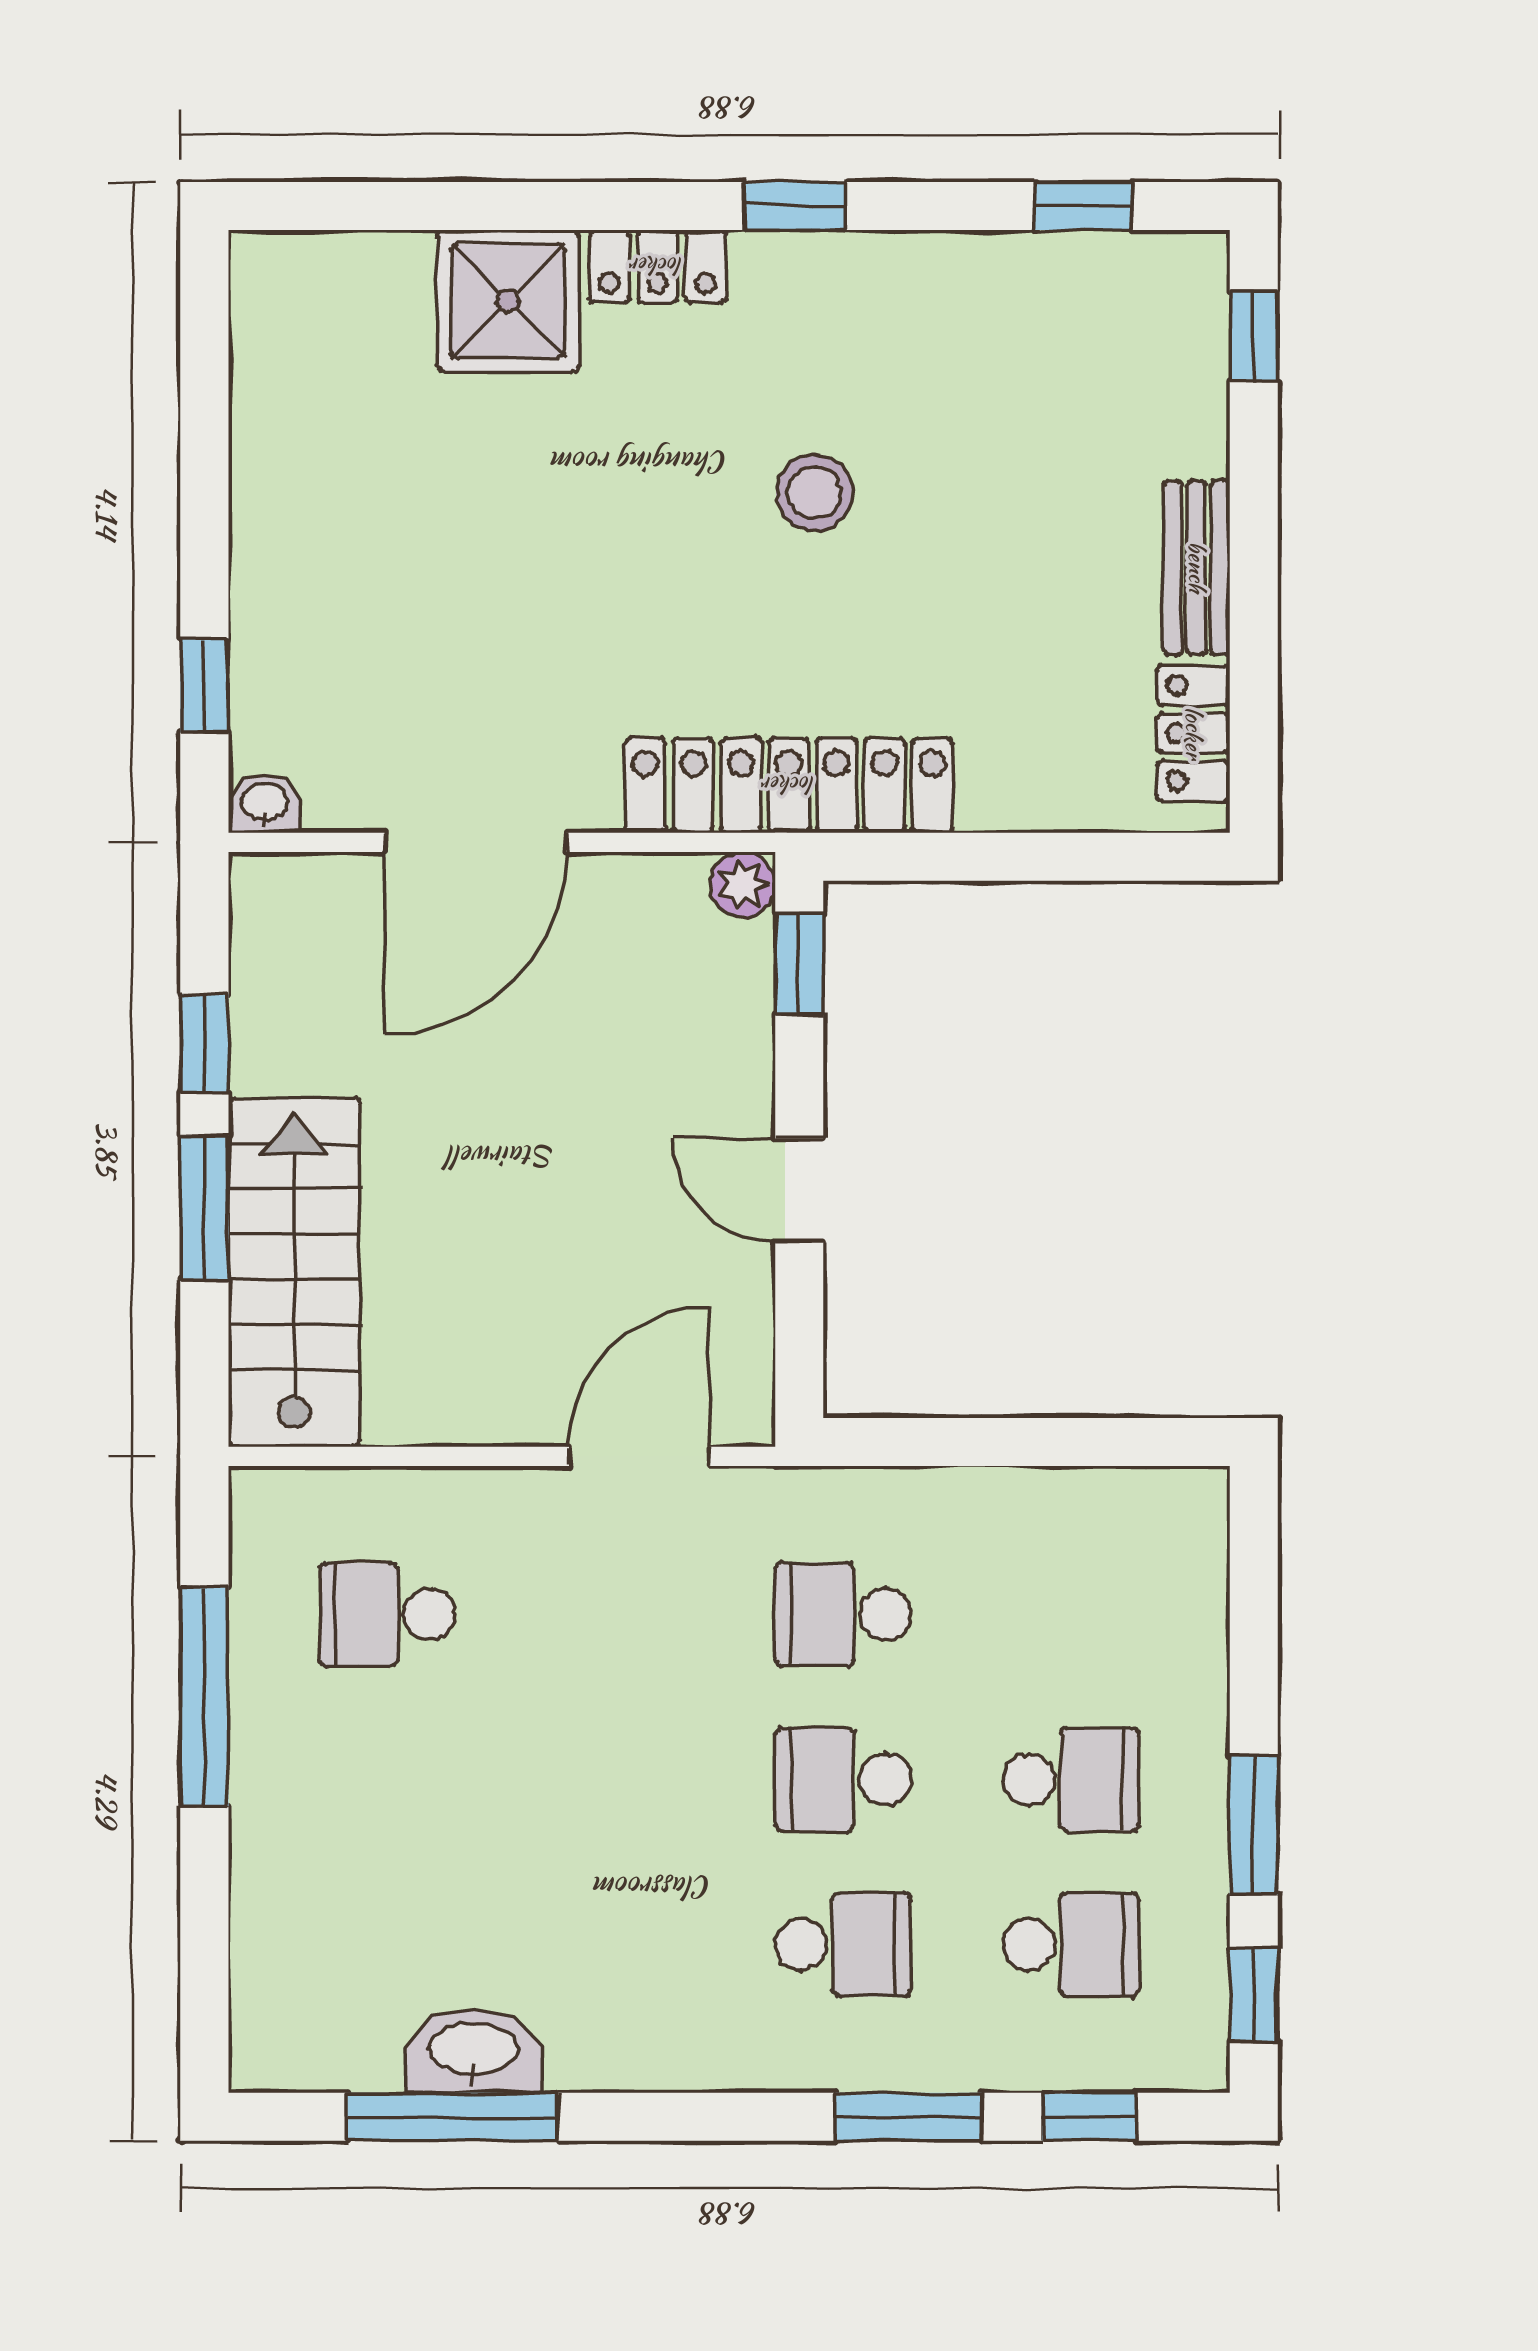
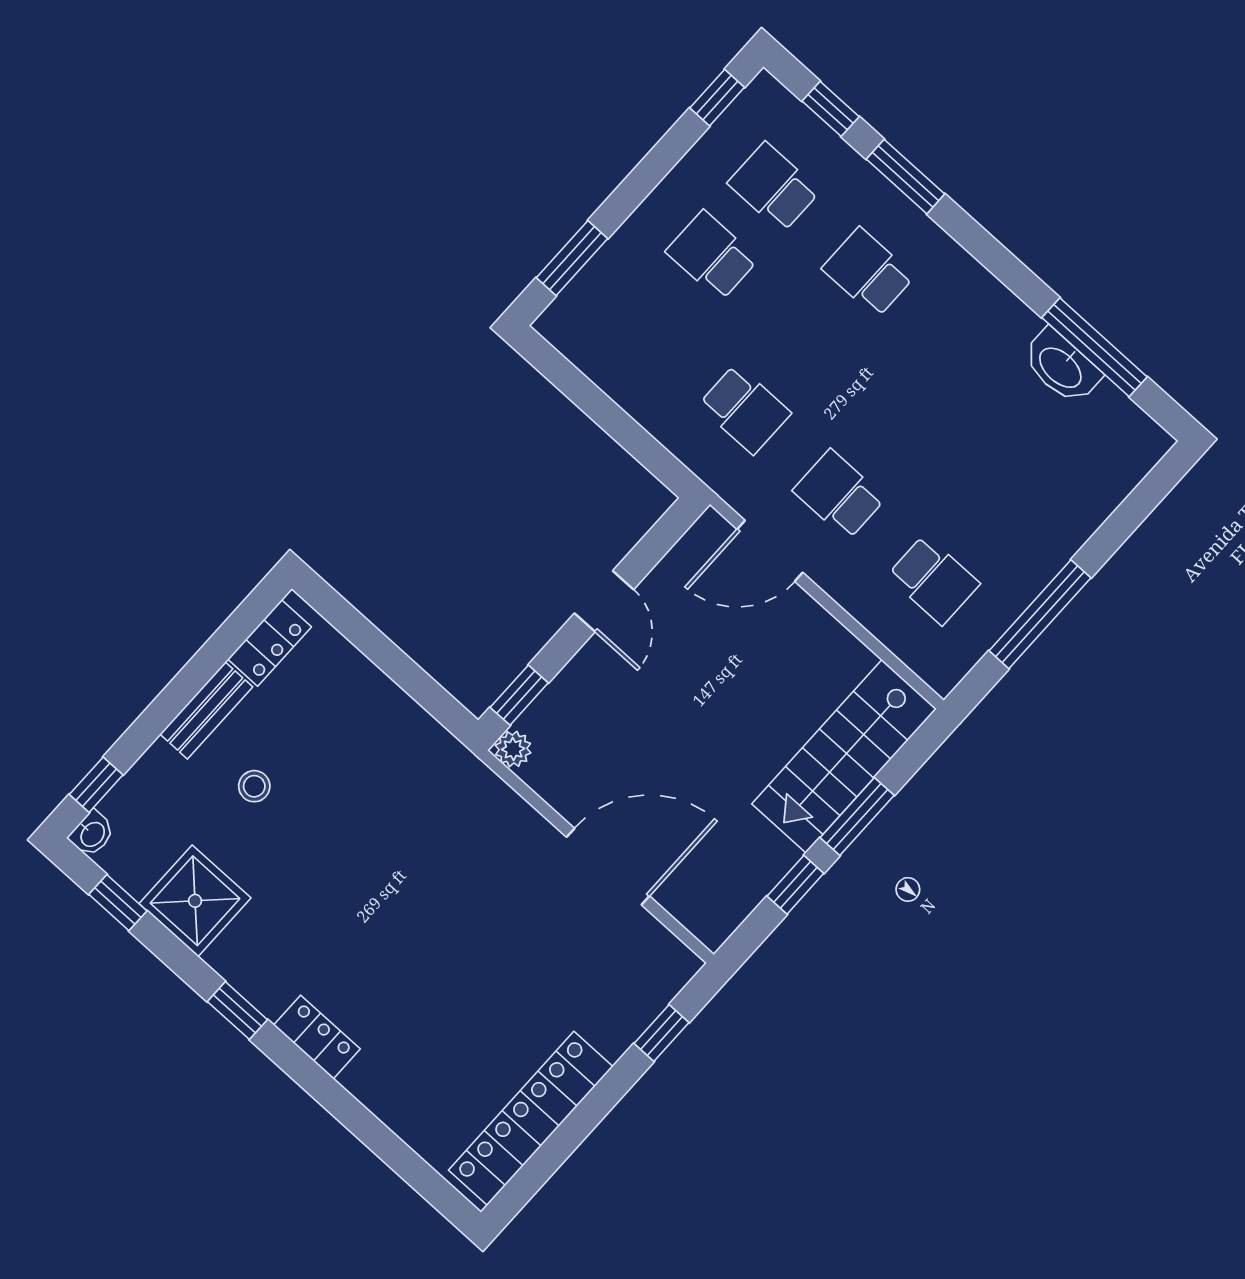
shower: (508, 301) -> (195, 901), moved
stool: (814, 493) -> (254, 786), moved, width x0.73, depth x0.73
locker: (789, 785) -> (531, 1118), moved, turned 90
washbasin: (265, 803) -> (92, 834), moved, turned -90
school desk: (843, 1779) -> (839, 494), moved, turned 180
window: (1254, 1825) -> (572, 258), moved

